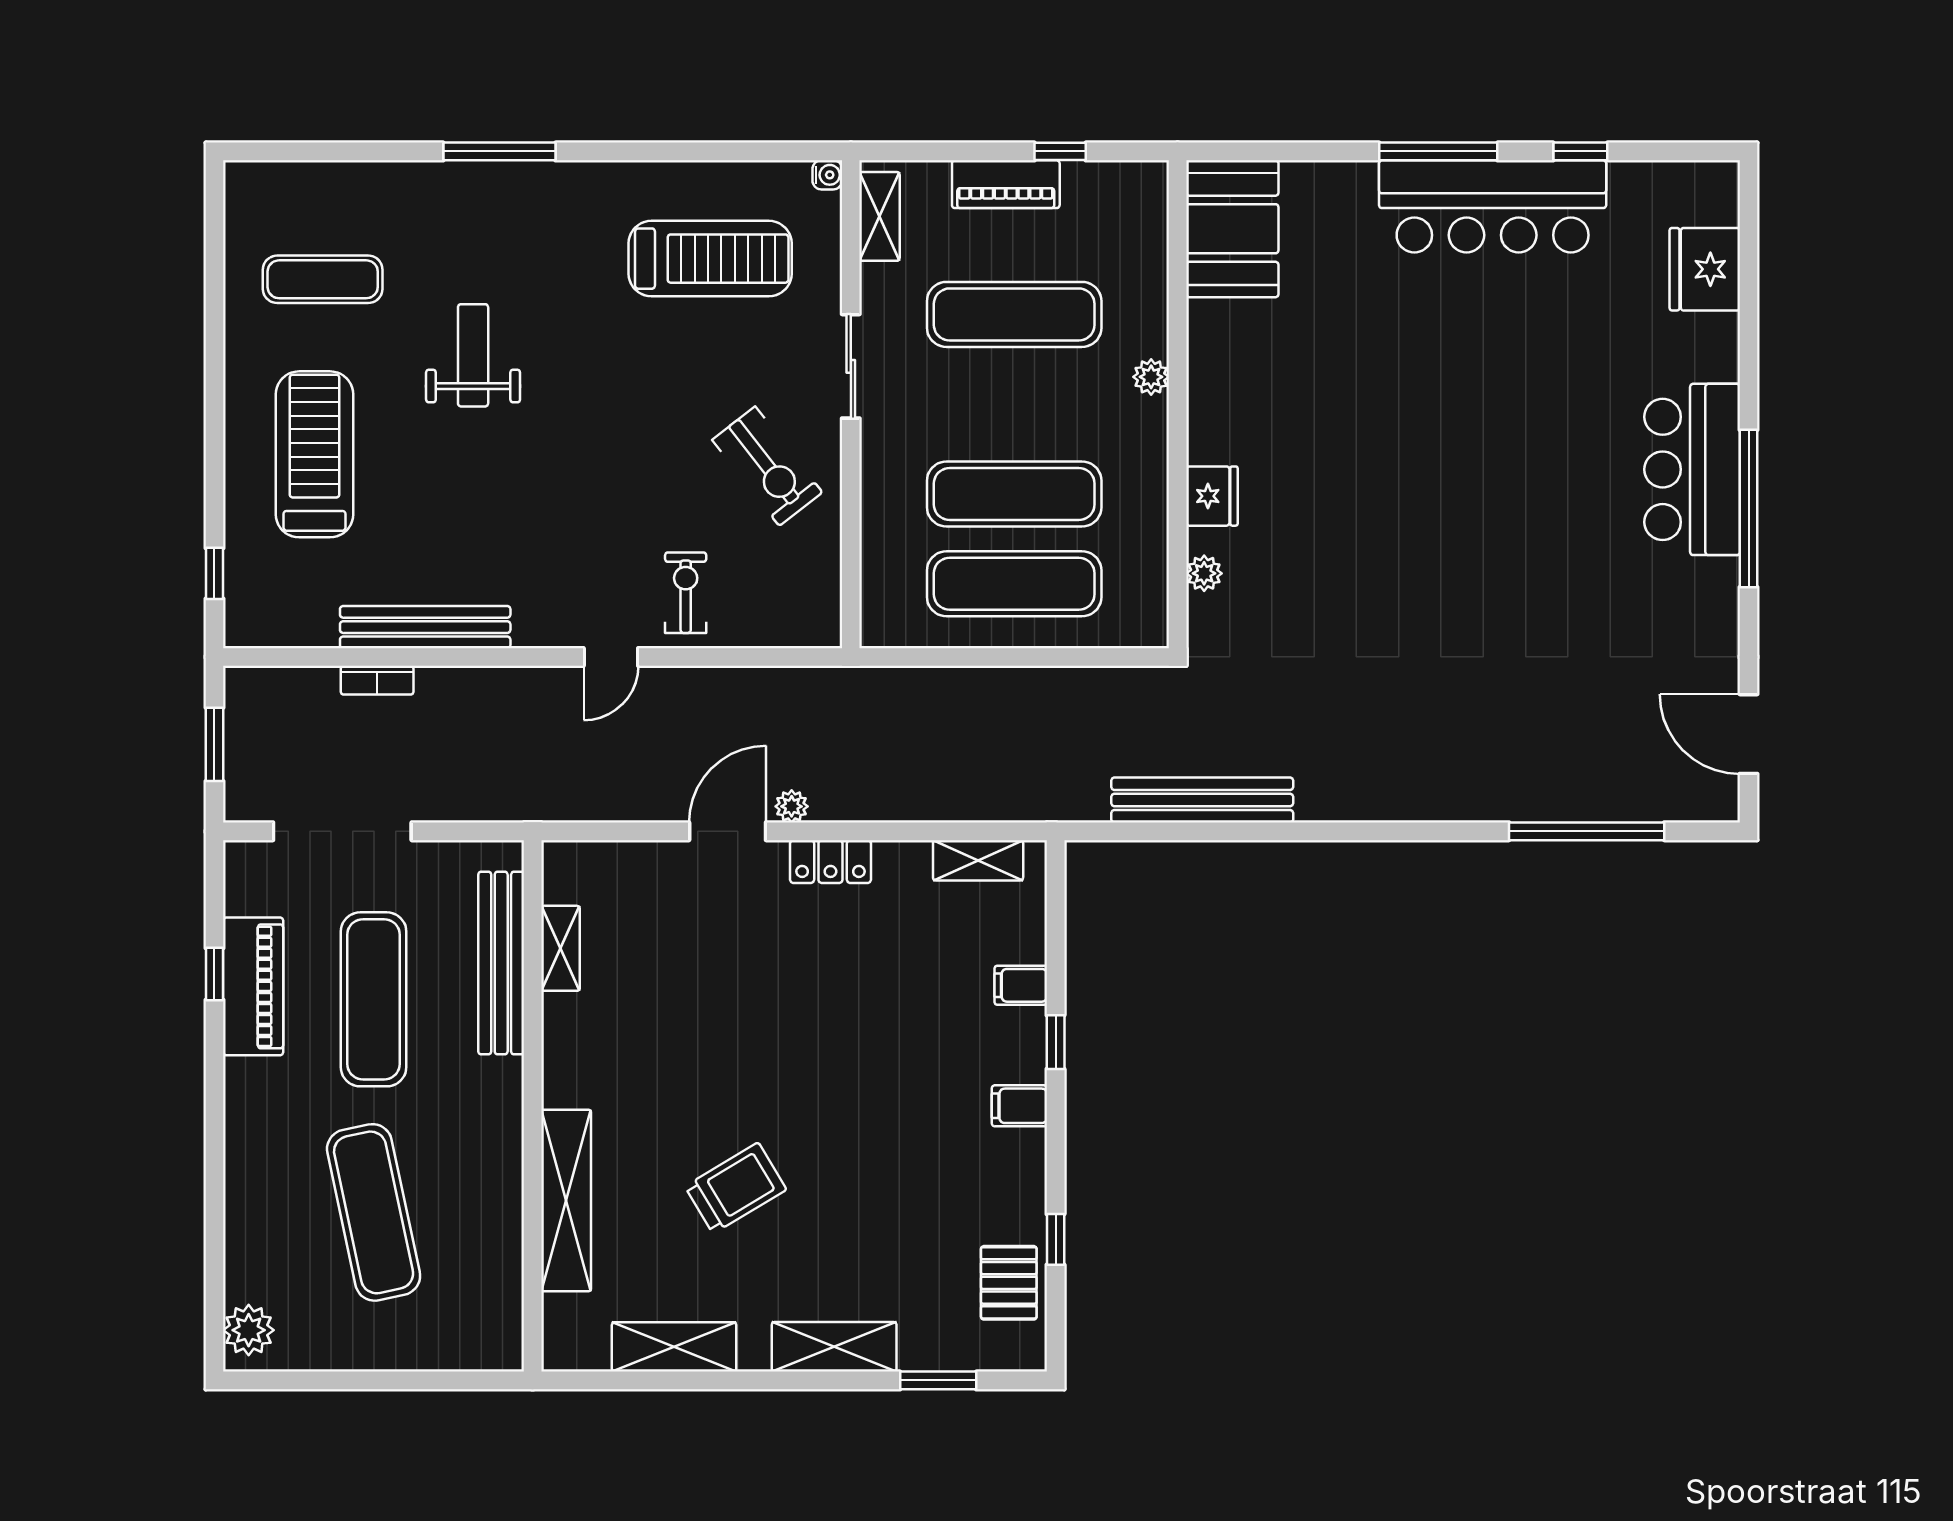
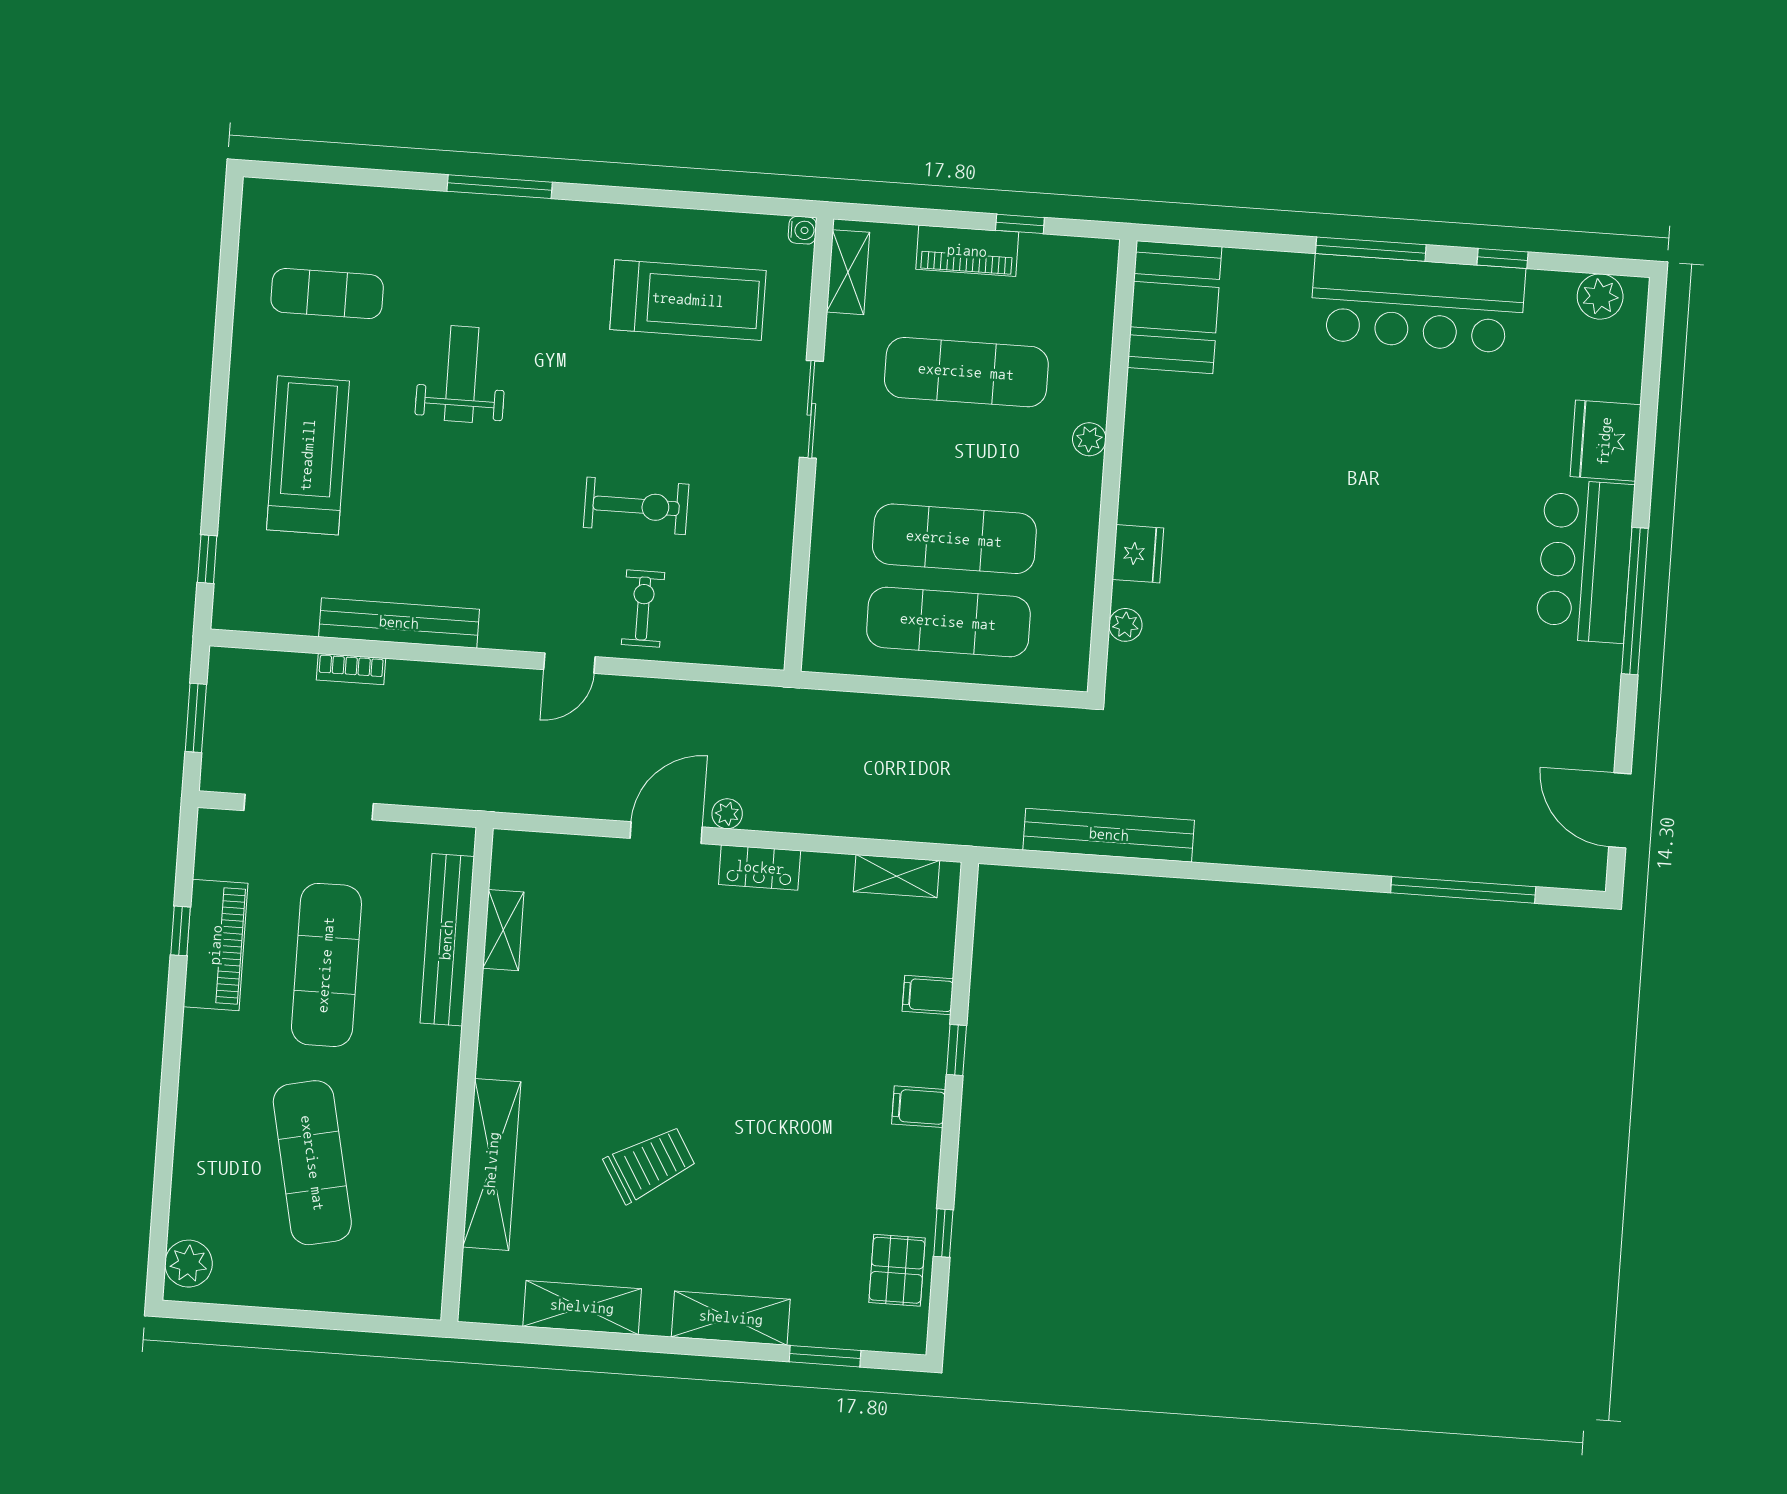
plant: (1688, 185) -> (1600, 297), added
fridge: (1705, 269) -> (1605, 441), moved
exercise bike: (767, 466) -> (636, 506), moved, turned -52

